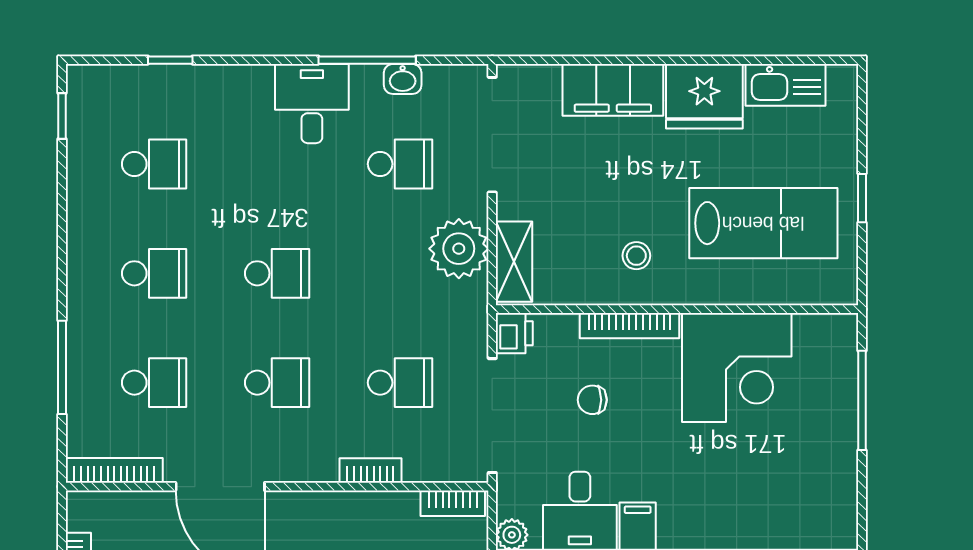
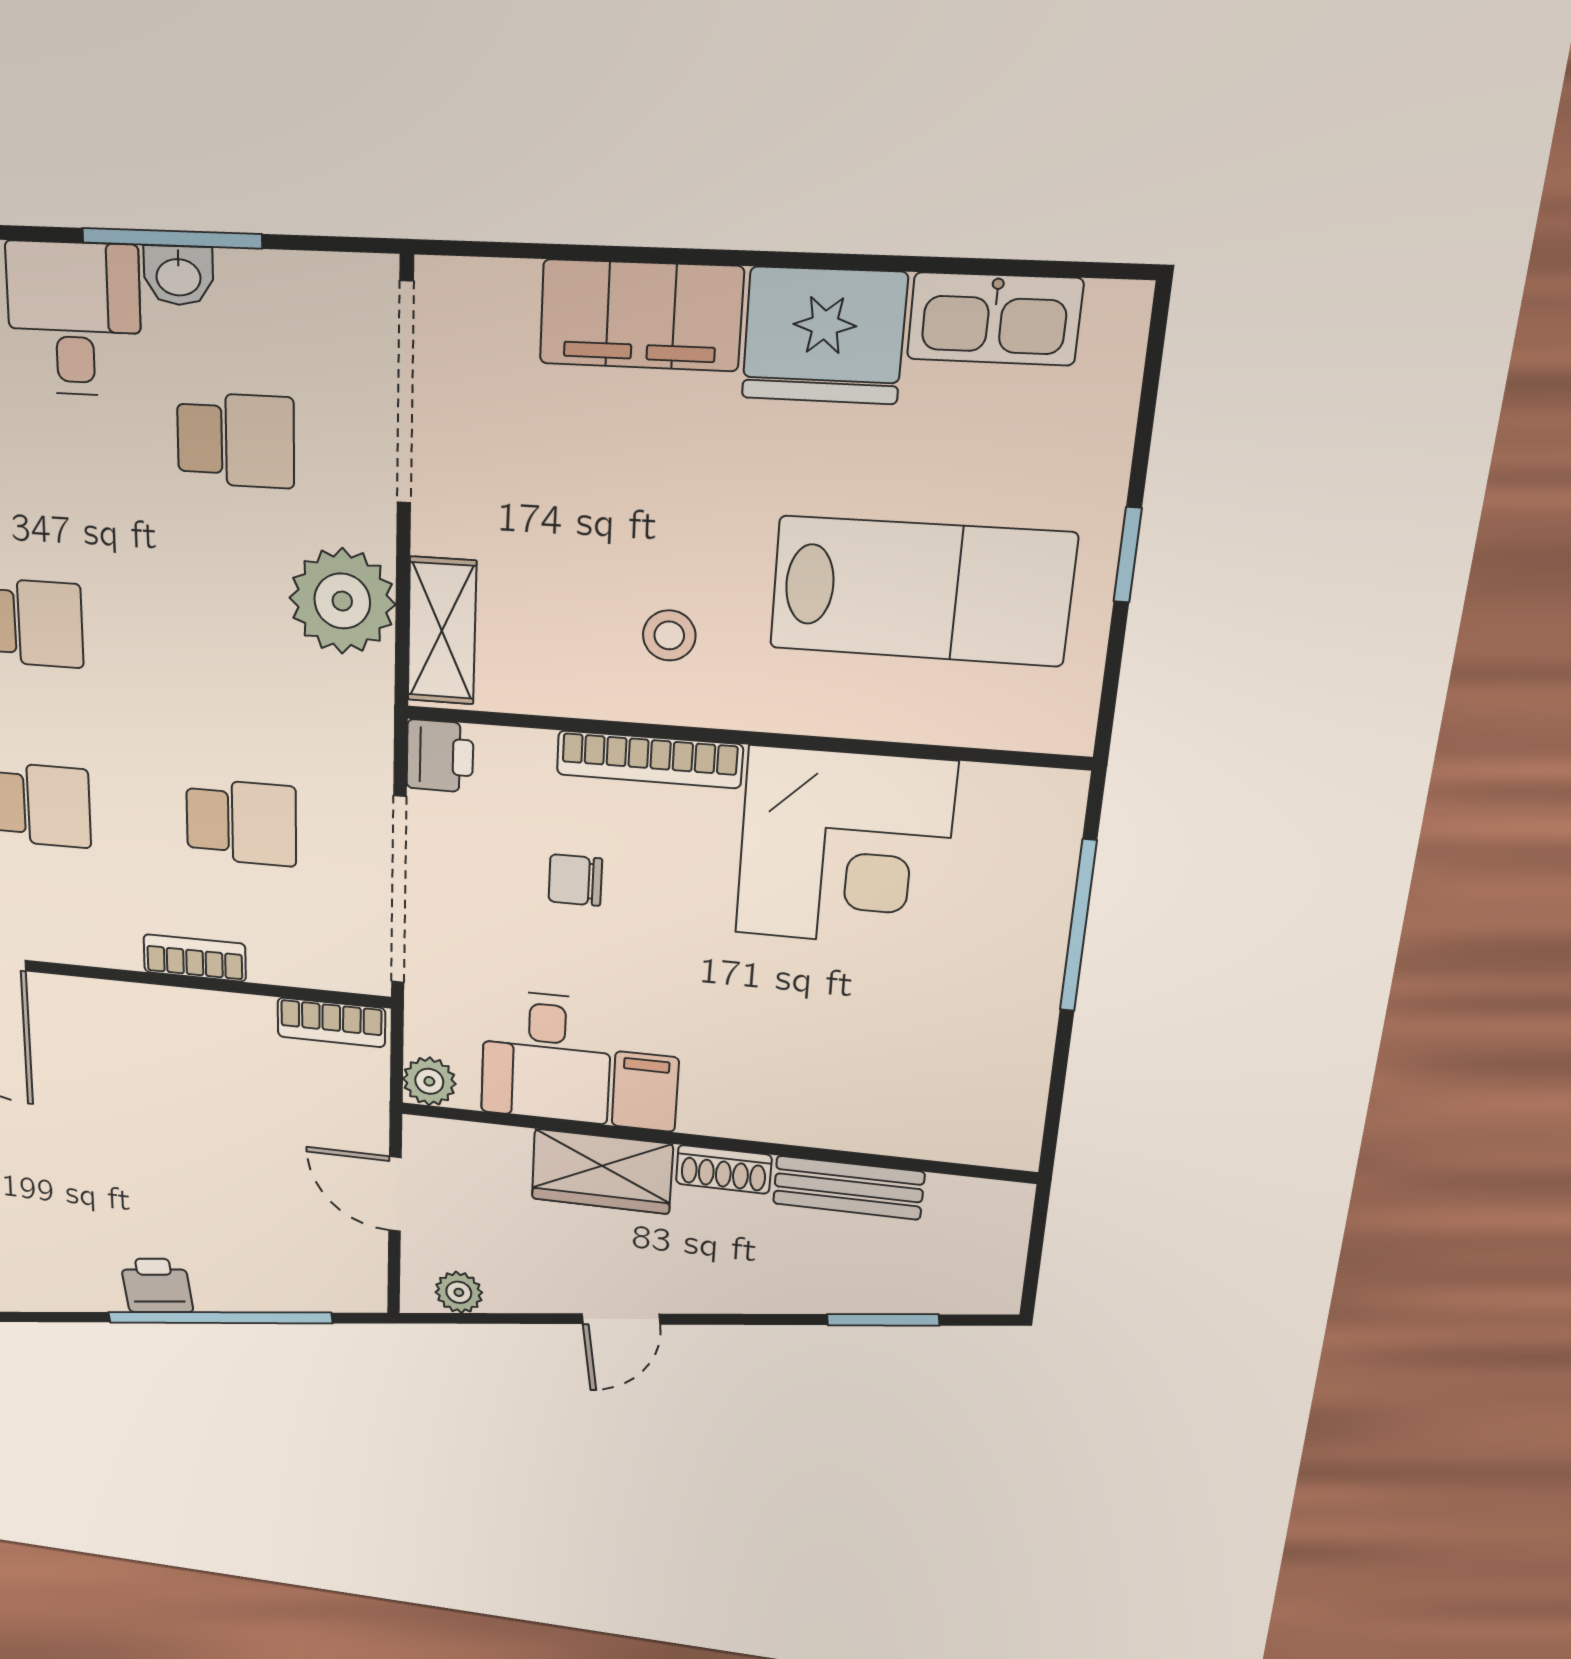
washbasin: (403, 79) -> (178, 276), moved

